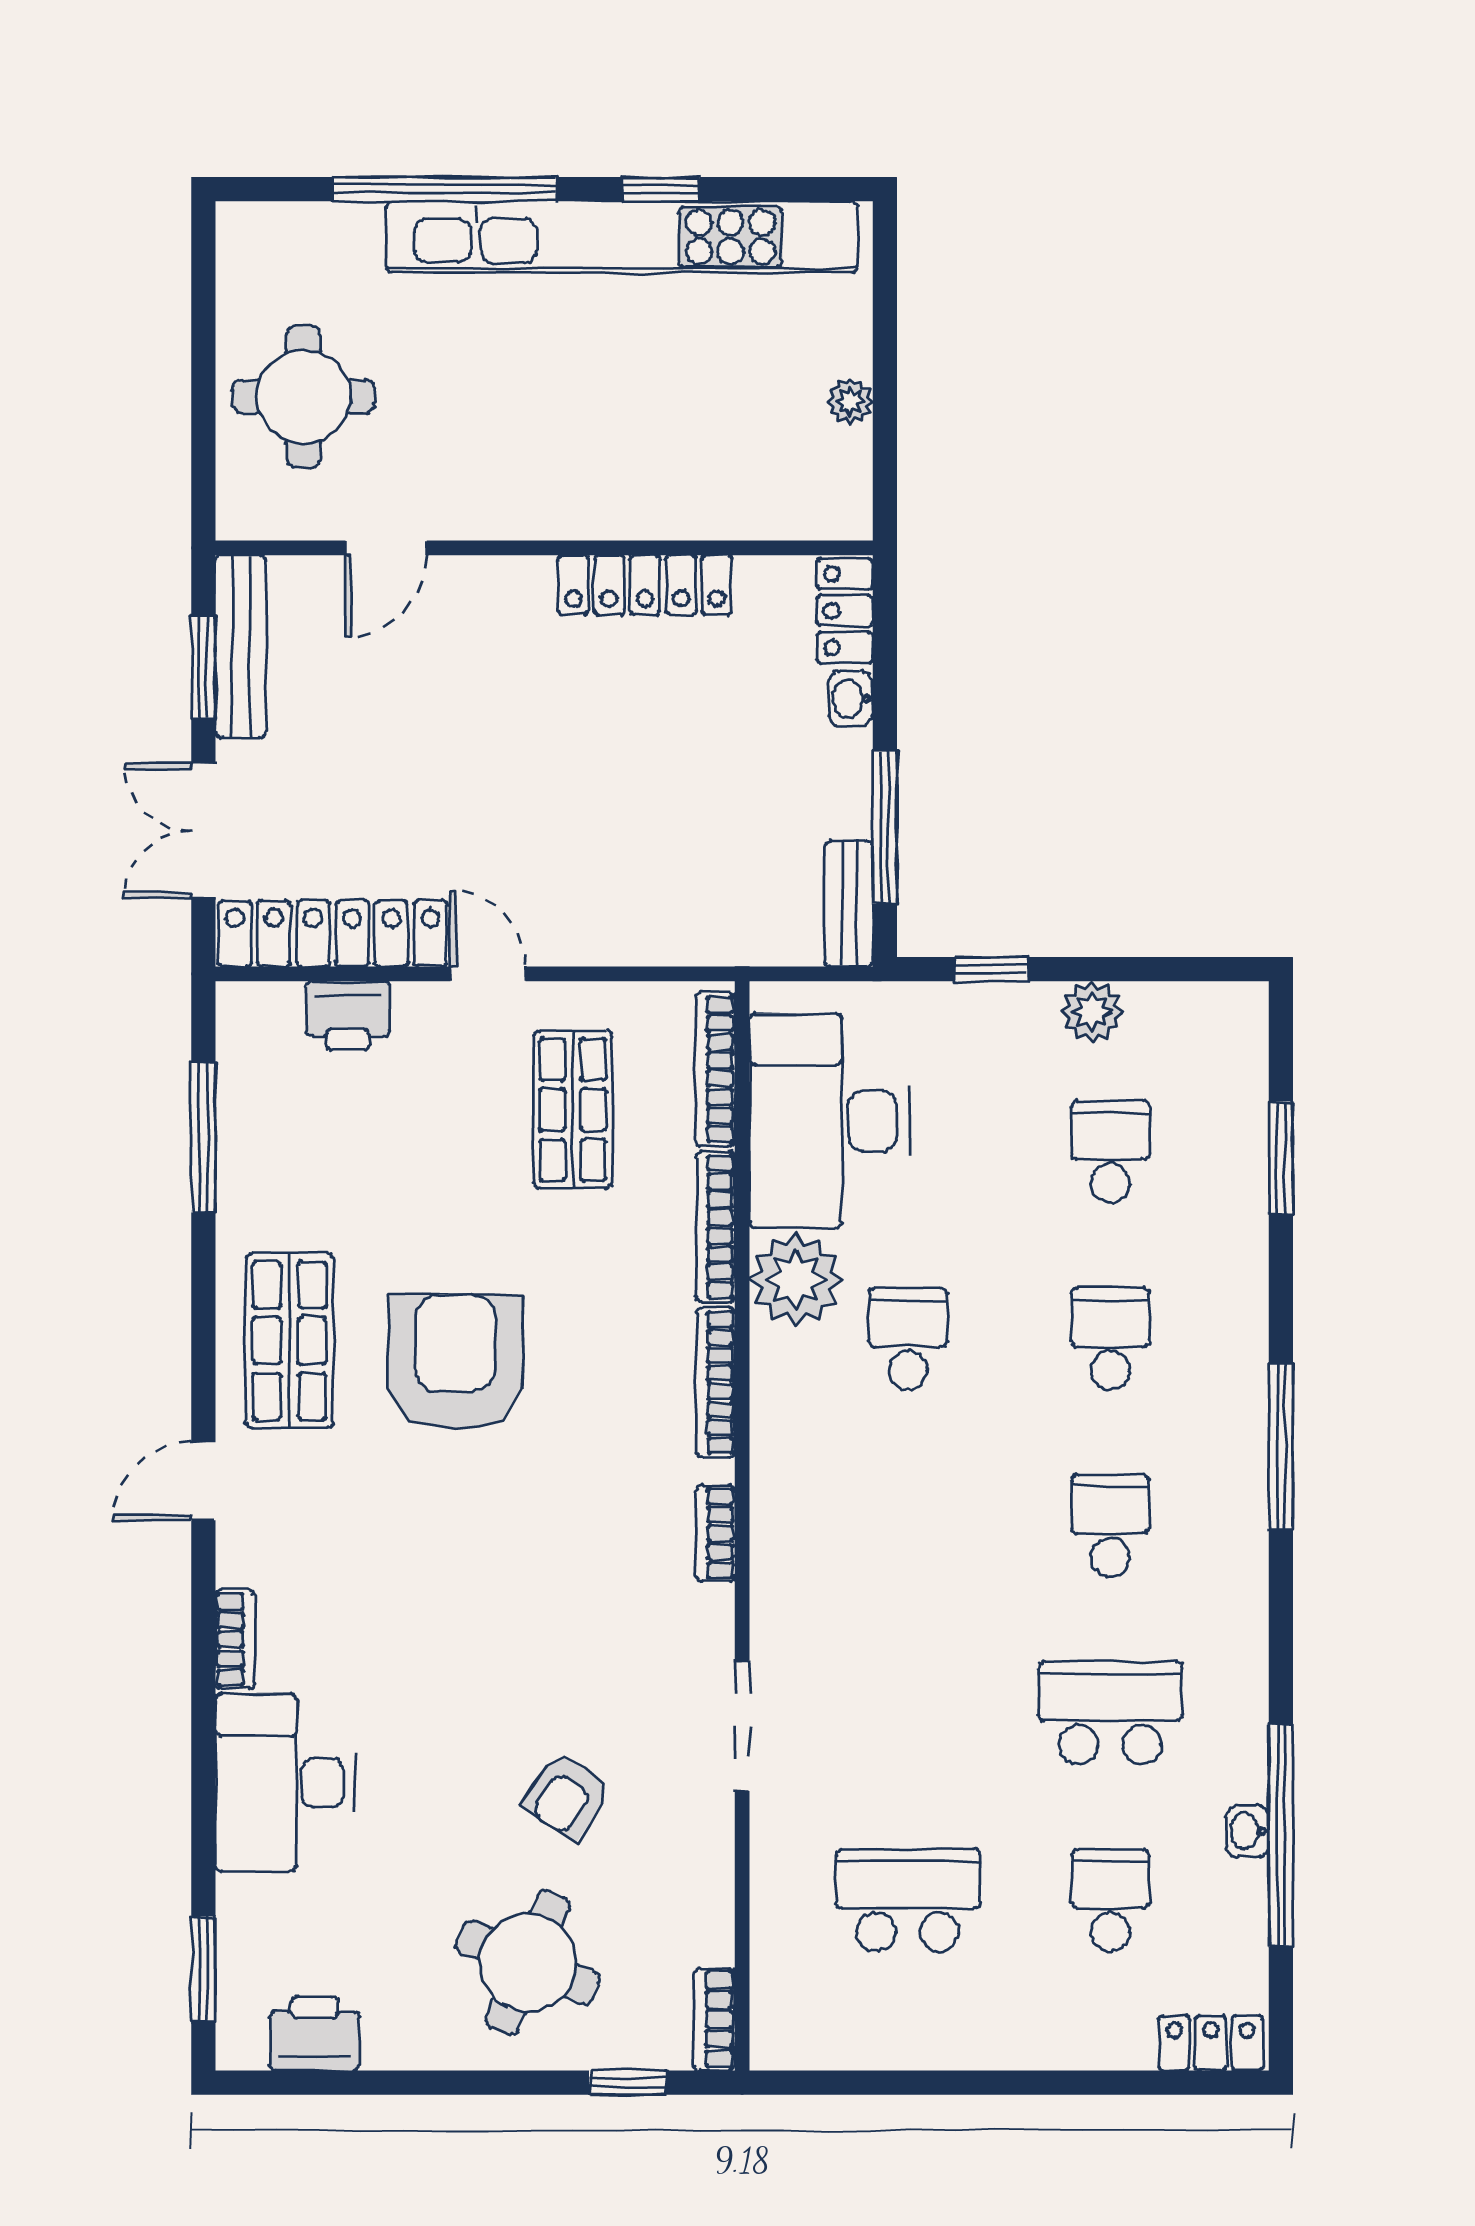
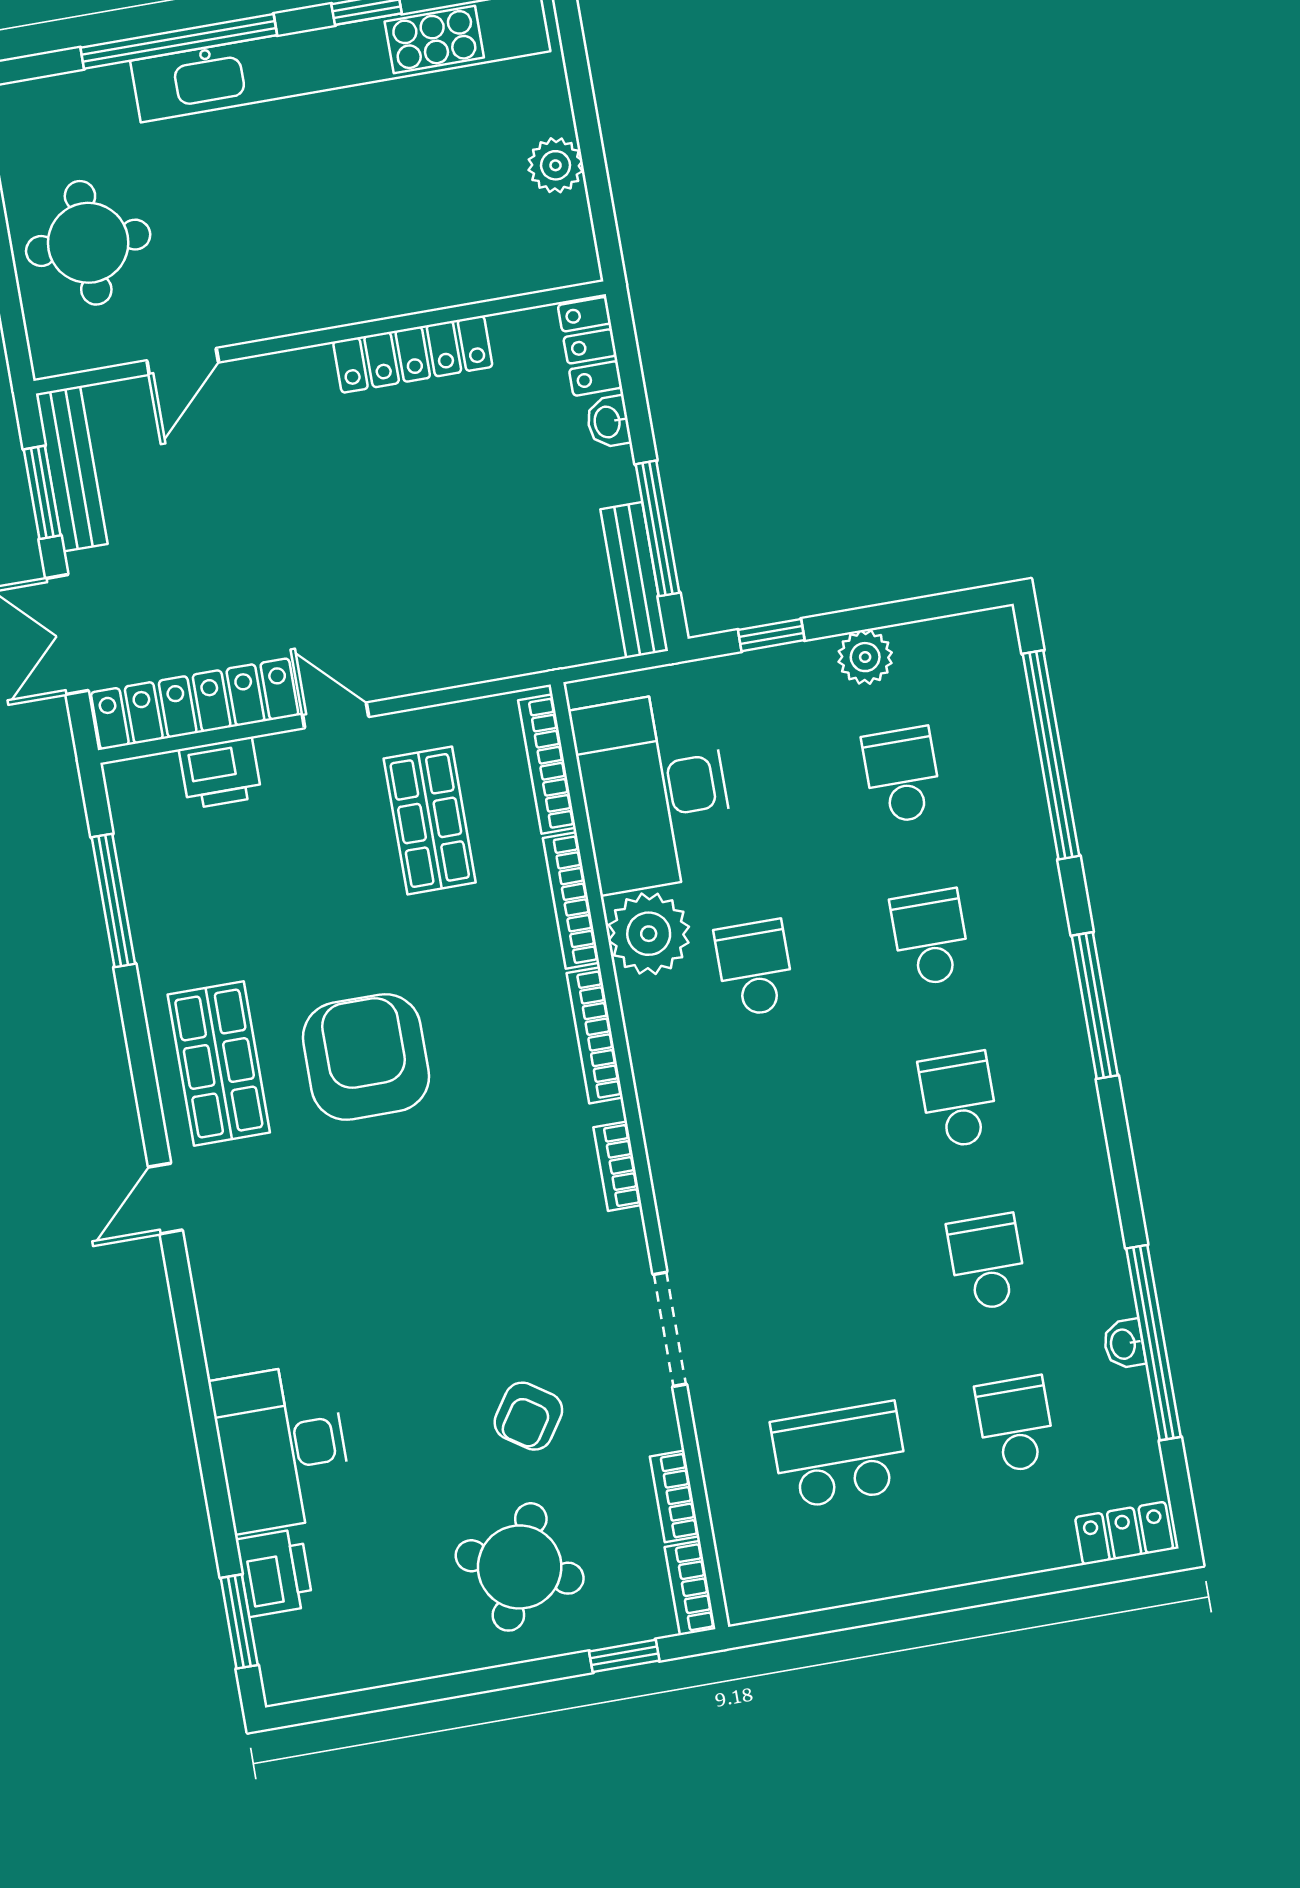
plant: (850, 401) -> (556, 165), width x1.38, depth x1.38
bench: (849, 904) -> (634, 580), width x1.36
window: (1281, 1158) -> (1051, 755), width x2.11
bookcase: (235, 1639) -> (675, 1496), moved, turned 180
school desk: (1110, 1713) -> (987, 1262), width x0.54
printer: (315, 2033) -> (275, 1573), moved, turned 90

